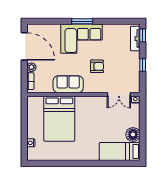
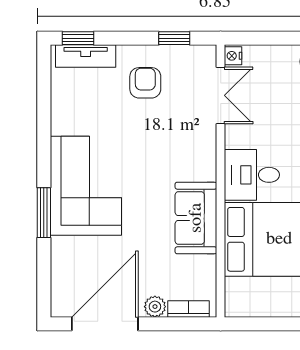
window: (82, 21) -> (44, 213), moved
window: (143, 65) -> (174, 38), moved
armchair: (97, 66) -> (145, 83), moved
desk: (86, 107) -> (252, 175), added

